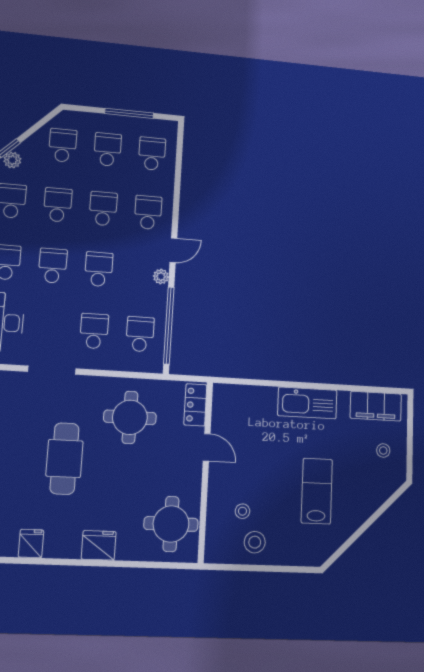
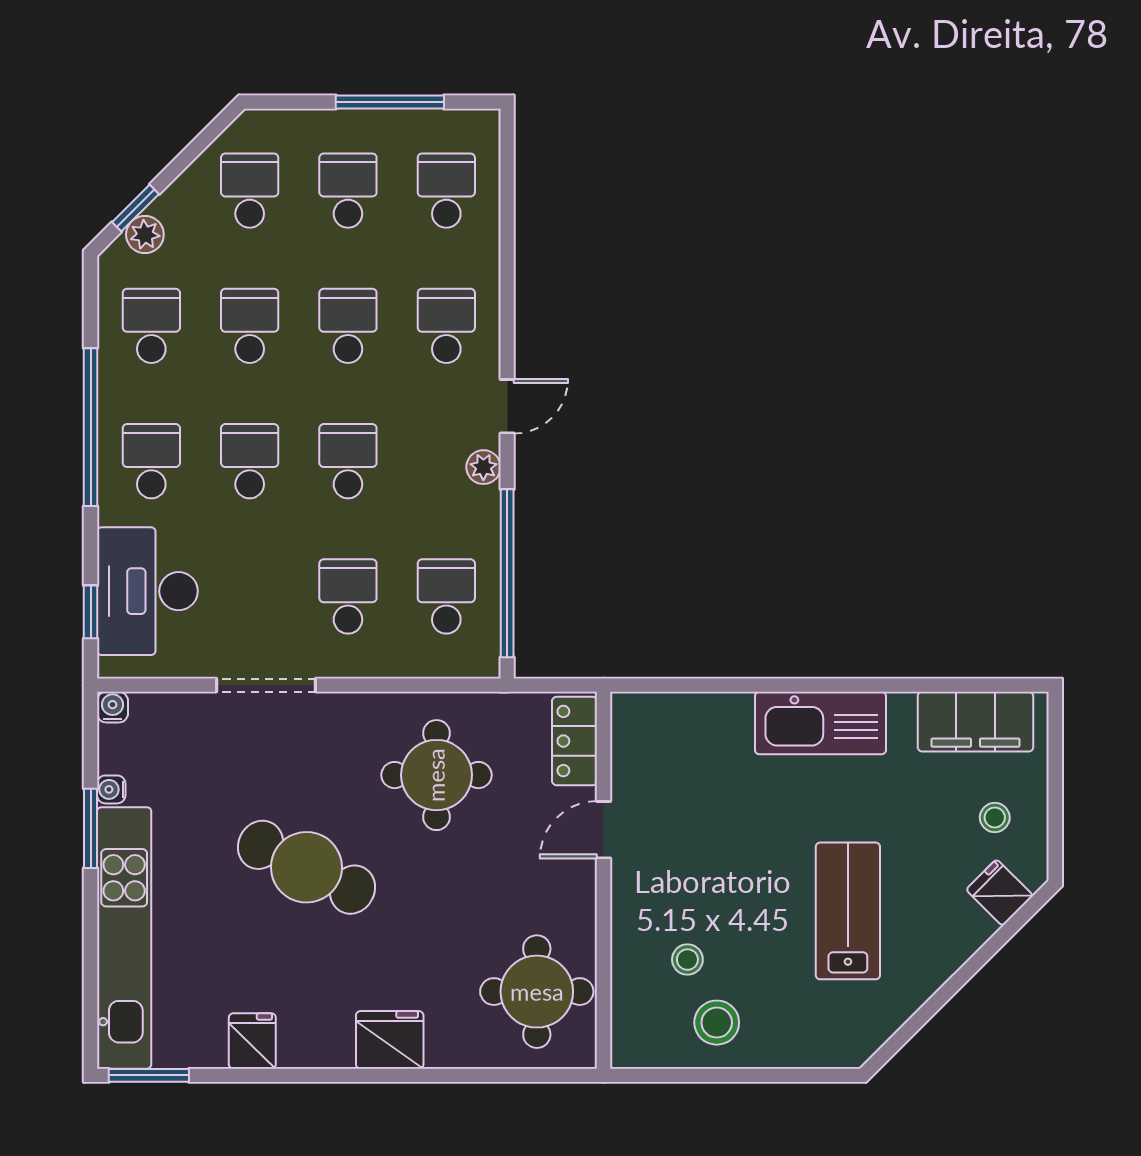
door: (207, 447) -> (604, 830), swing flipped
cafe table: (64, 459) -> (306, 867), turned -64
fridge: (385, 485) -> (1000, 893), added

